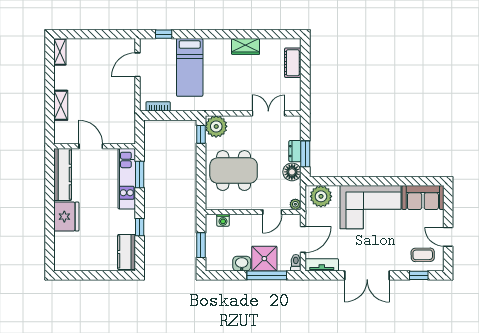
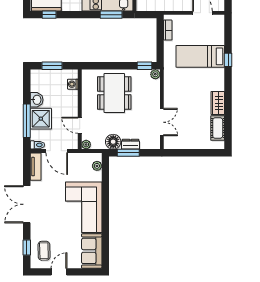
window: (164, 34) -> (228, 60), moved
cot: (293, 63) -> (218, 128), moved, turned 90
plant: (216, 126) -> (155, 74), width x0.53, depth x0.53
plant: (321, 196) -> (97, 166), width x0.53, depth x0.53
window: (140, 227) -> (49, 15), moved

